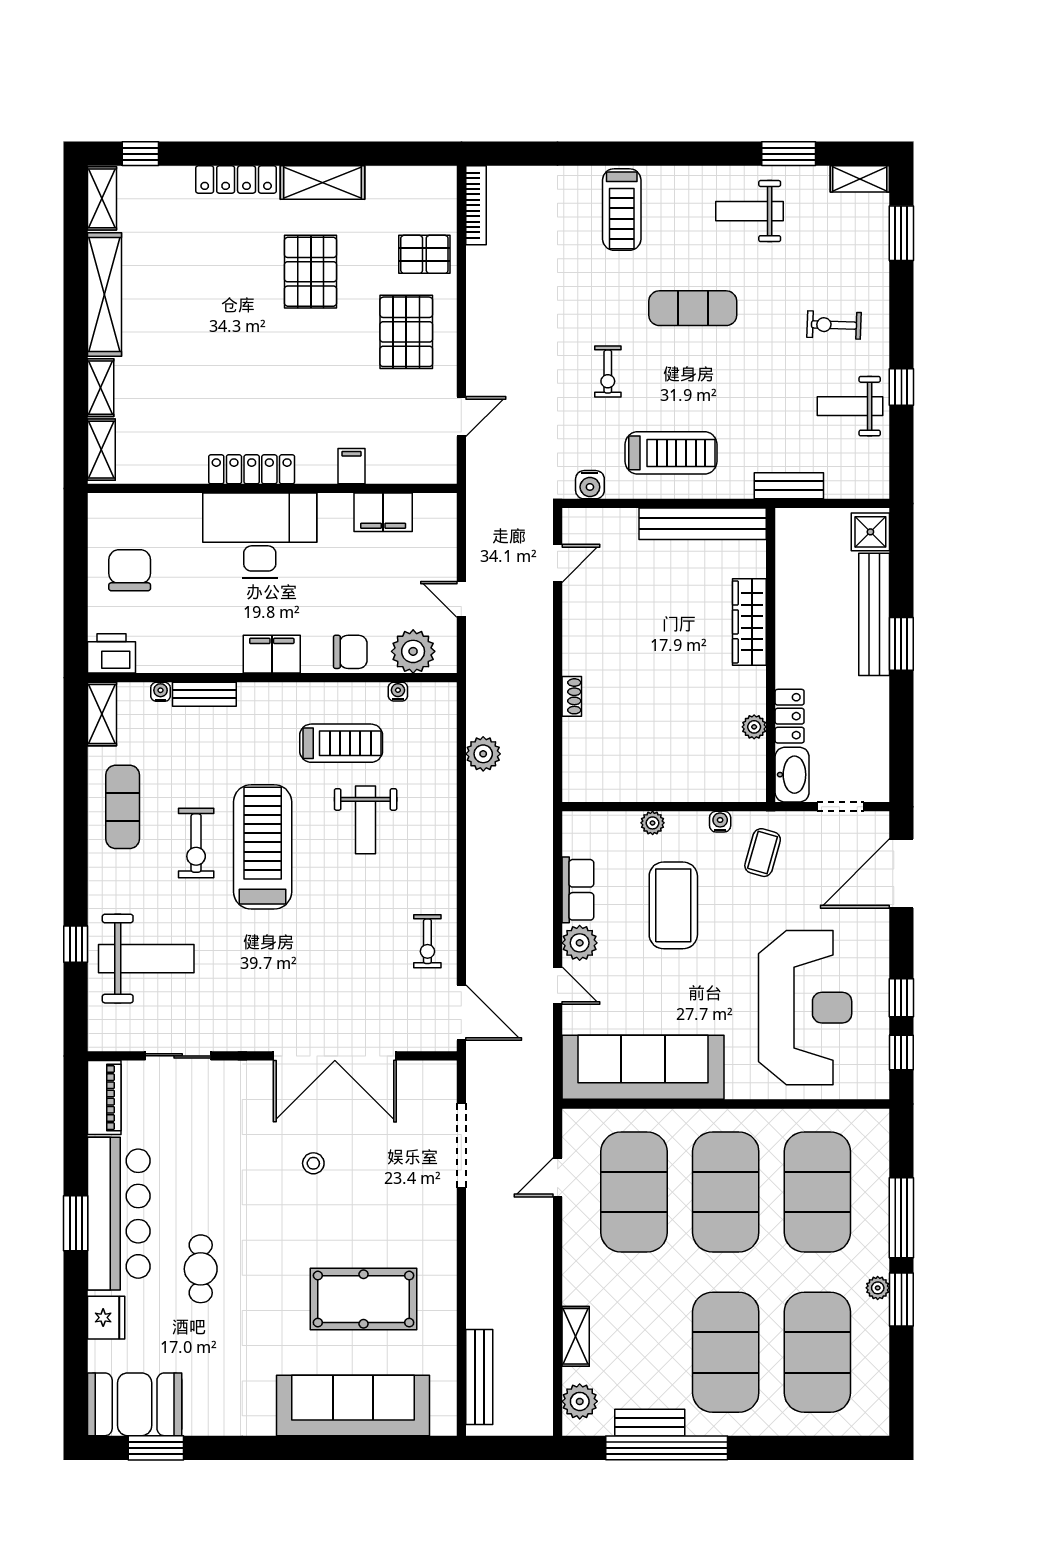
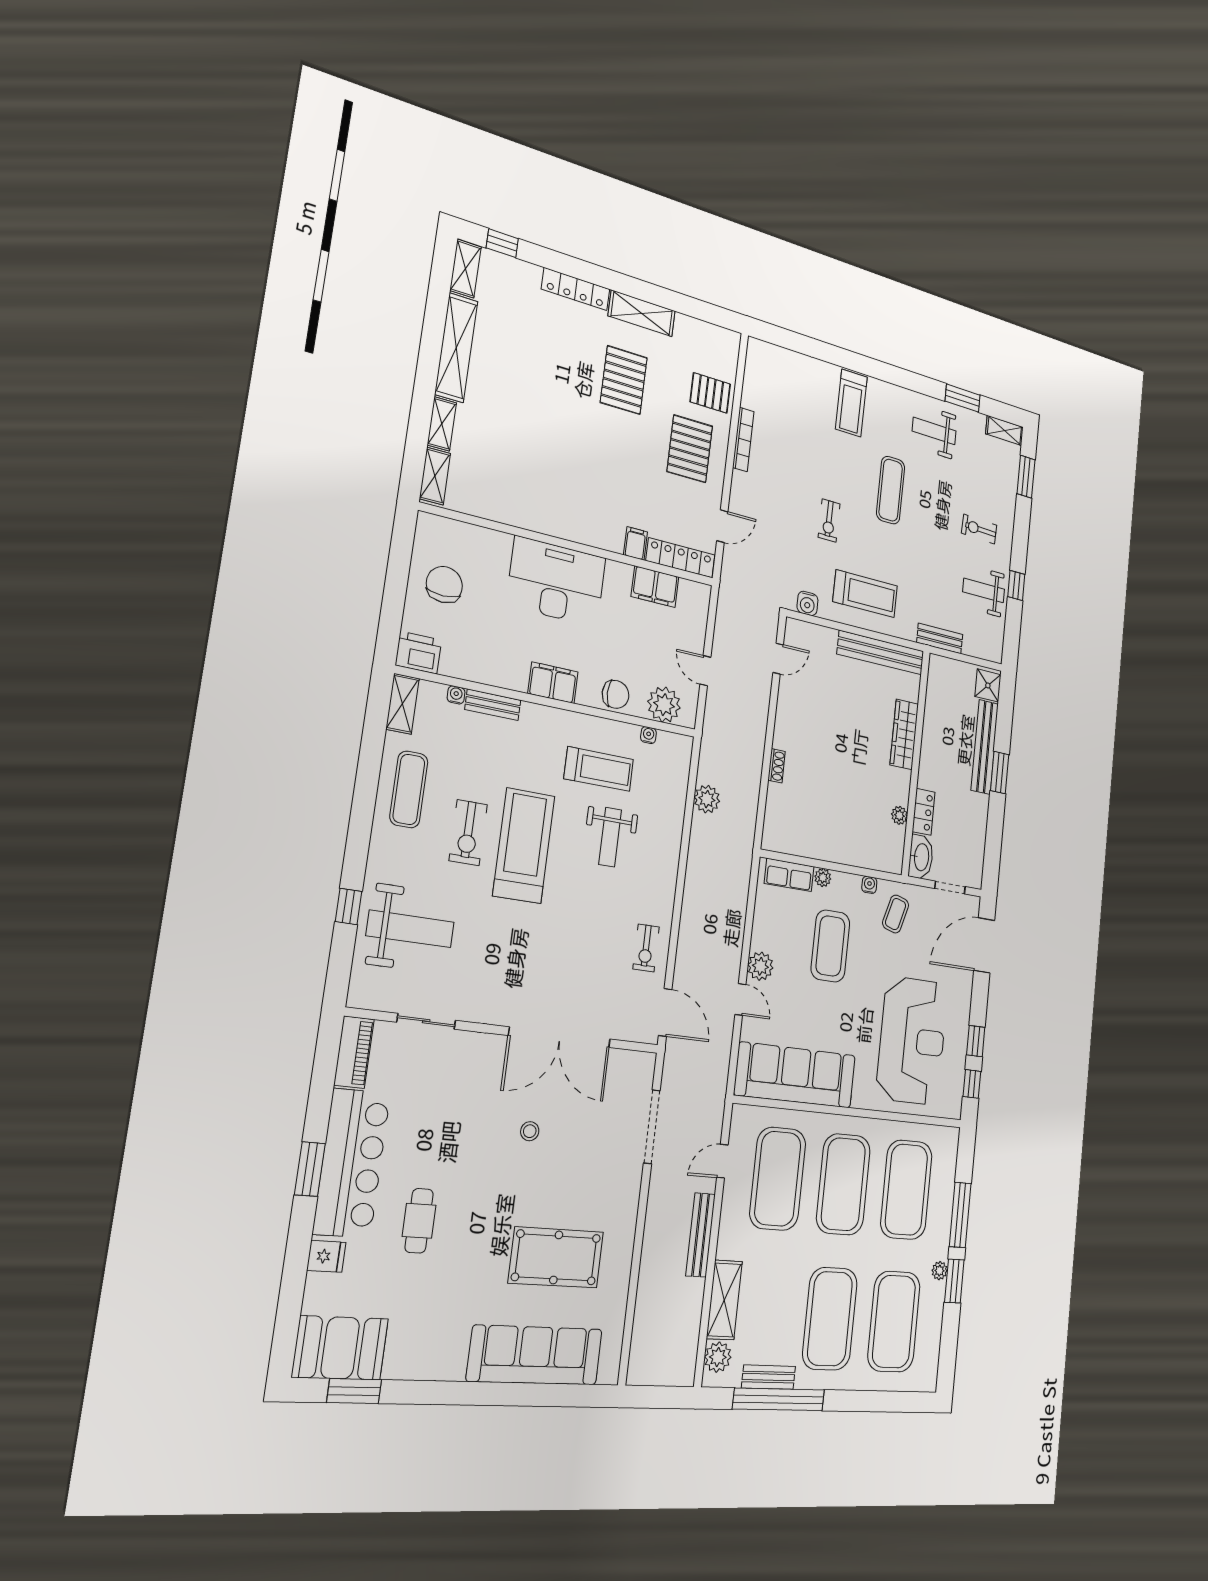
bookcase: (476, 205) -> (743, 439), moved
exercise mat: (693, 308) -> (891, 490), turned 90
locker: (252, 469) -> (681, 558), moved
row of seats: (578, 890) -> (789, 875), moved, turned 90
fridge: (106, 1318) -> (326, 1256), width x0.72
shelving: (576, 1336) -> (724, 1300), width x1.50, depth x1.33
bench: (479, 1377) -> (701, 1235), moved

